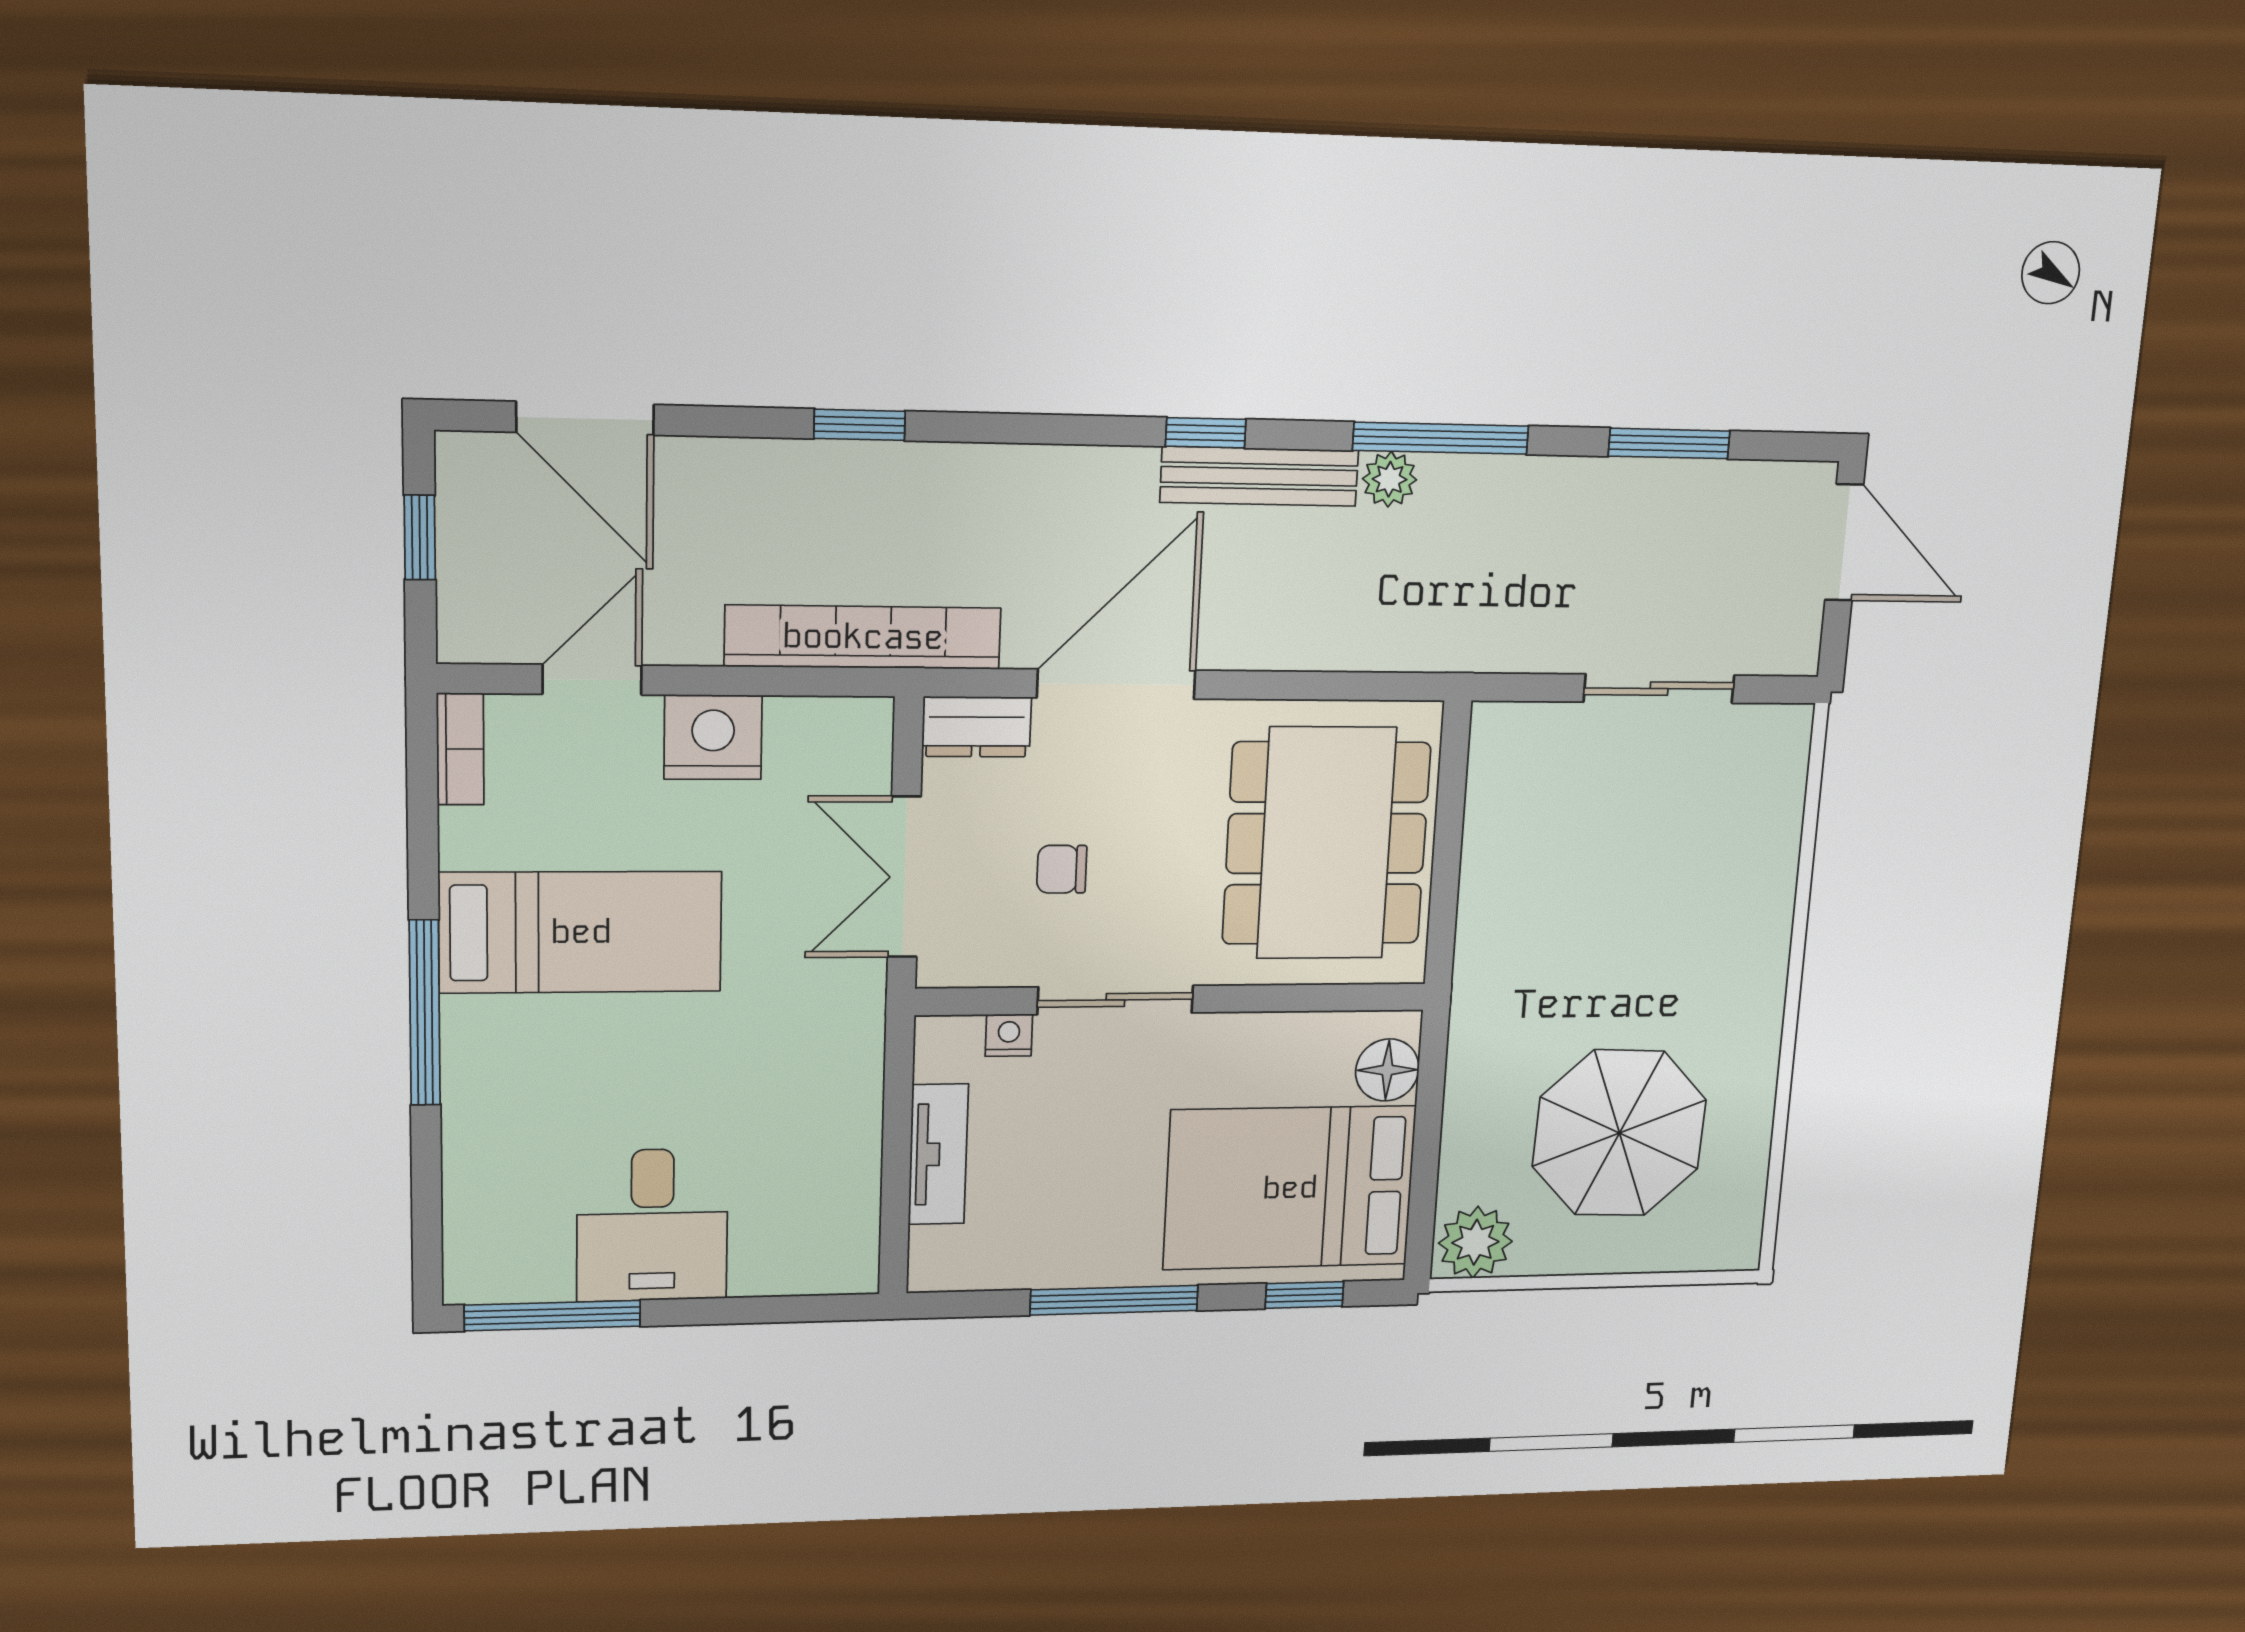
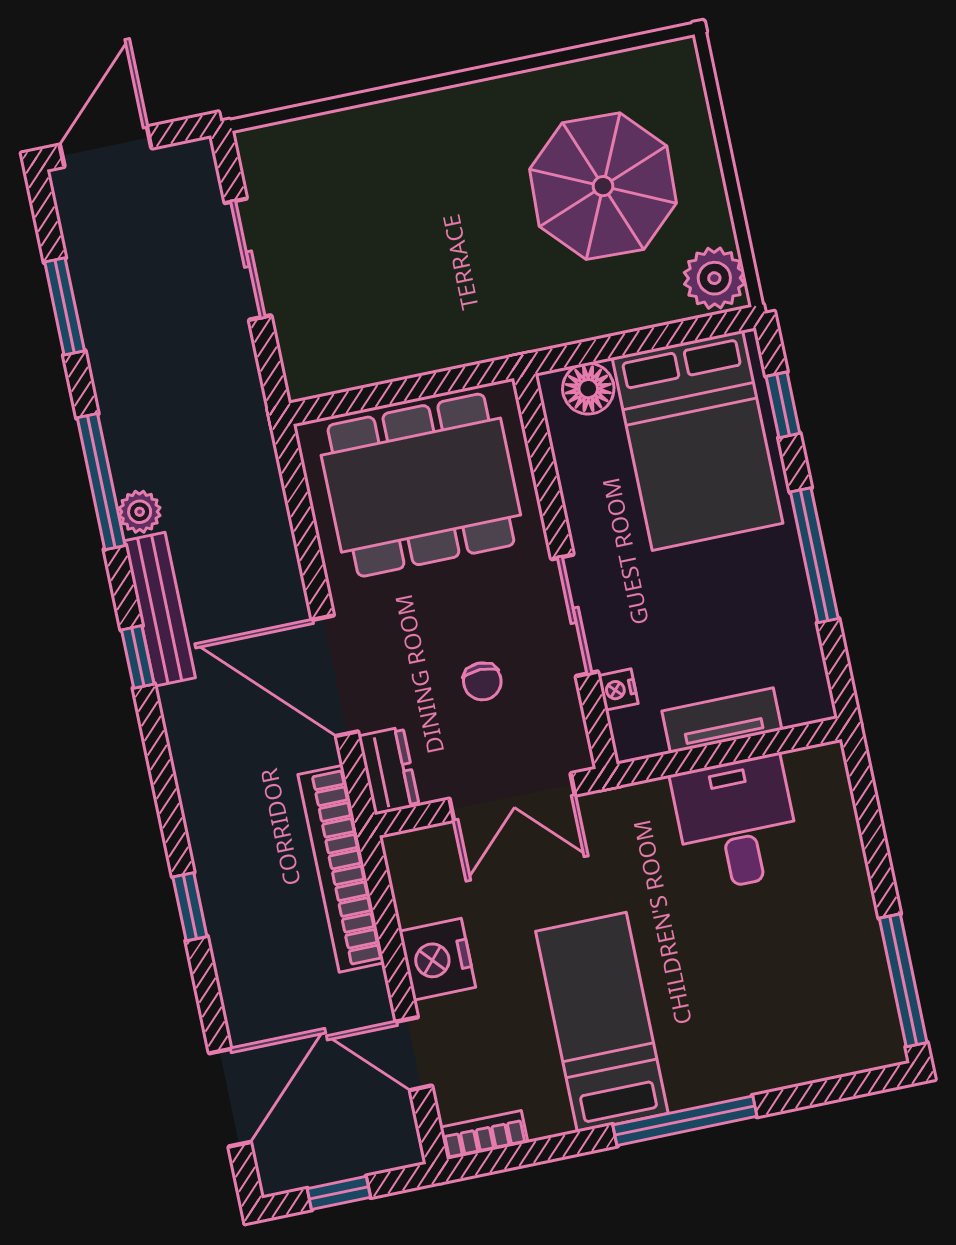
desk: (652, 1225) -> (737, 823), moved, turned -90

